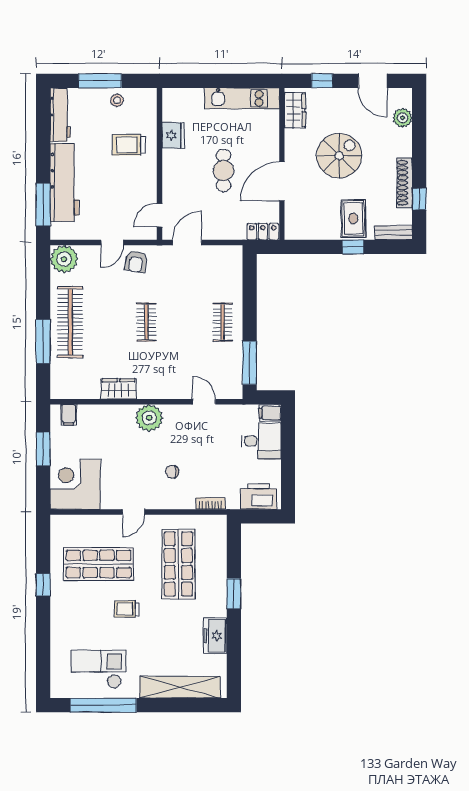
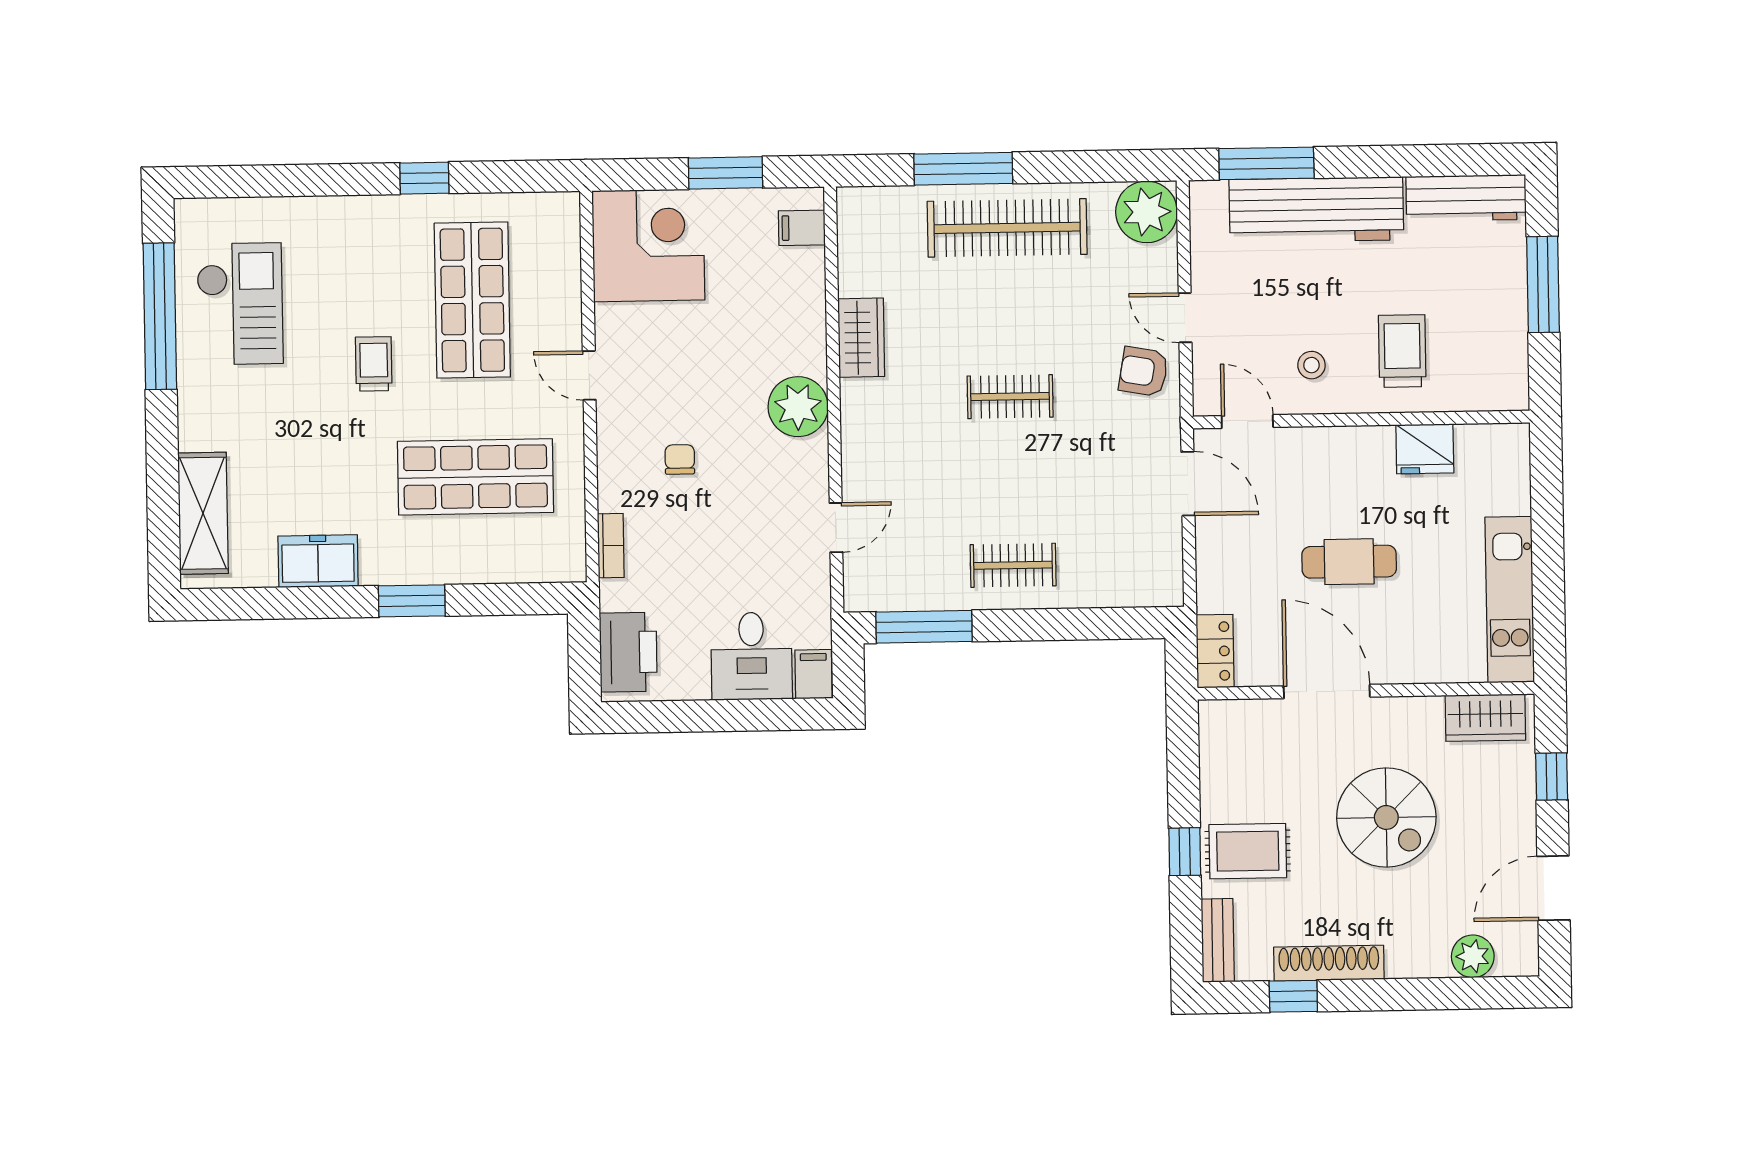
stool: (117, 100) -> (1311, 365), moved
shelving: (180, 687) -> (203, 513), width x0.68

